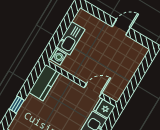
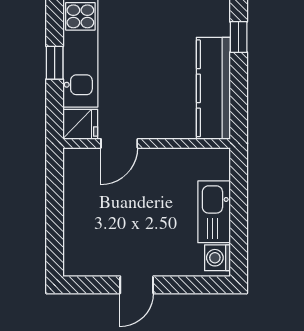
washing machine: (58, 56) -> (217, 258), moved
kitchen counter: (44, 83) -> (213, 88), width x1.50

